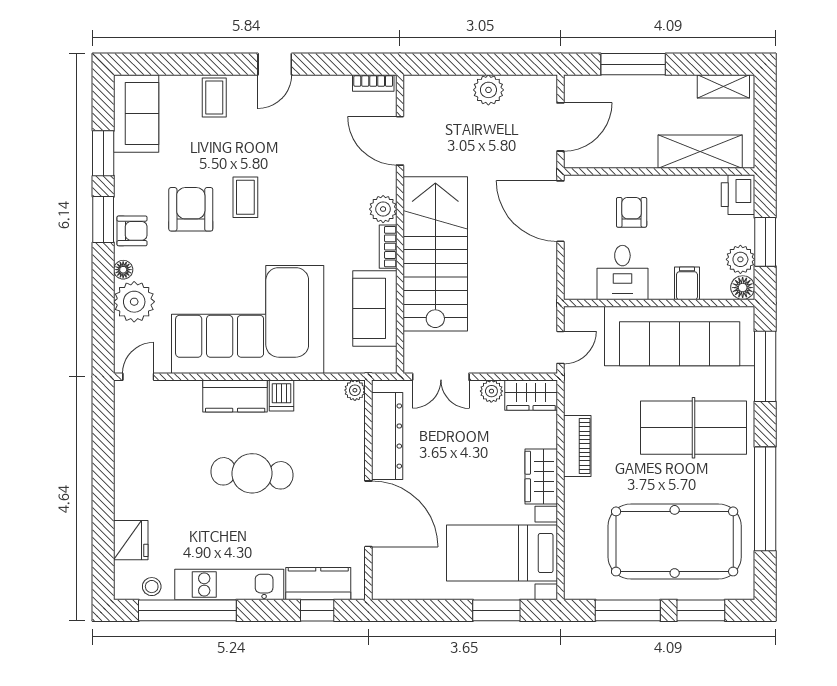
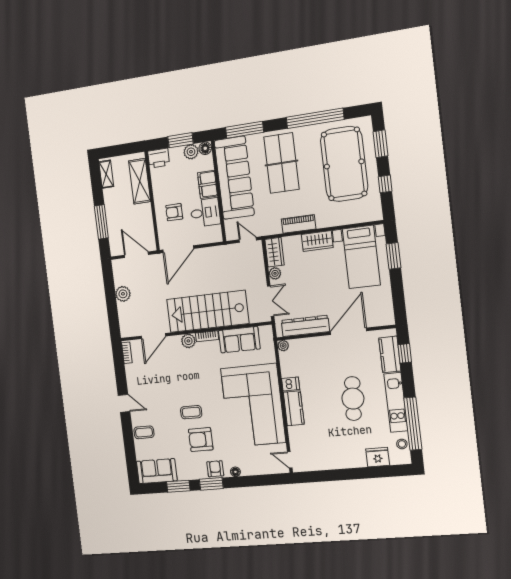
filing cabinet: (687, 283) -> (207, 184), width x2.00
plant: (134, 302) -> (251, 465), removed
cafe table: (252, 473) -> (353, 399), moved
window: (628, 610) -> (385, 184), width x0.46

